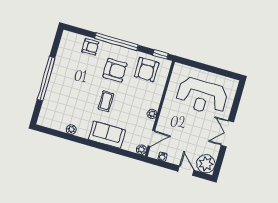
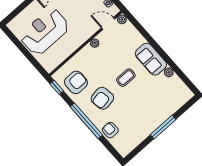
armchair: (115, 70) -> (102, 98), turned -99
window: (46, 79) -> (163, 127), width x0.68
reception desk: (202, 96) -> (45, 32), turned -90
sofa: (107, 135) -> (151, 59), moved

